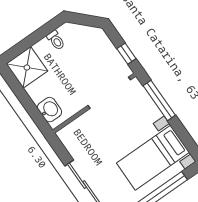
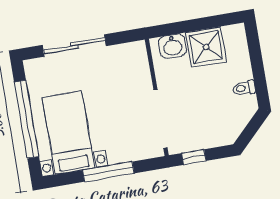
shower: (27, 67) -> (206, 47), moved
window: (159, 100) -> (108, 172), moved

